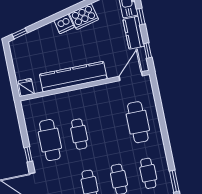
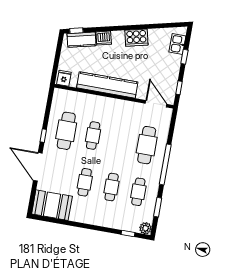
dishwasher: (64, 24) -> (104, 38), moved
kitchen counter: (134, 33) -> (82, 40), moved, turned -103
door: (131, 76) -> (156, 104), hinge flipped
window: (165, 134) -> (165, 164), added

